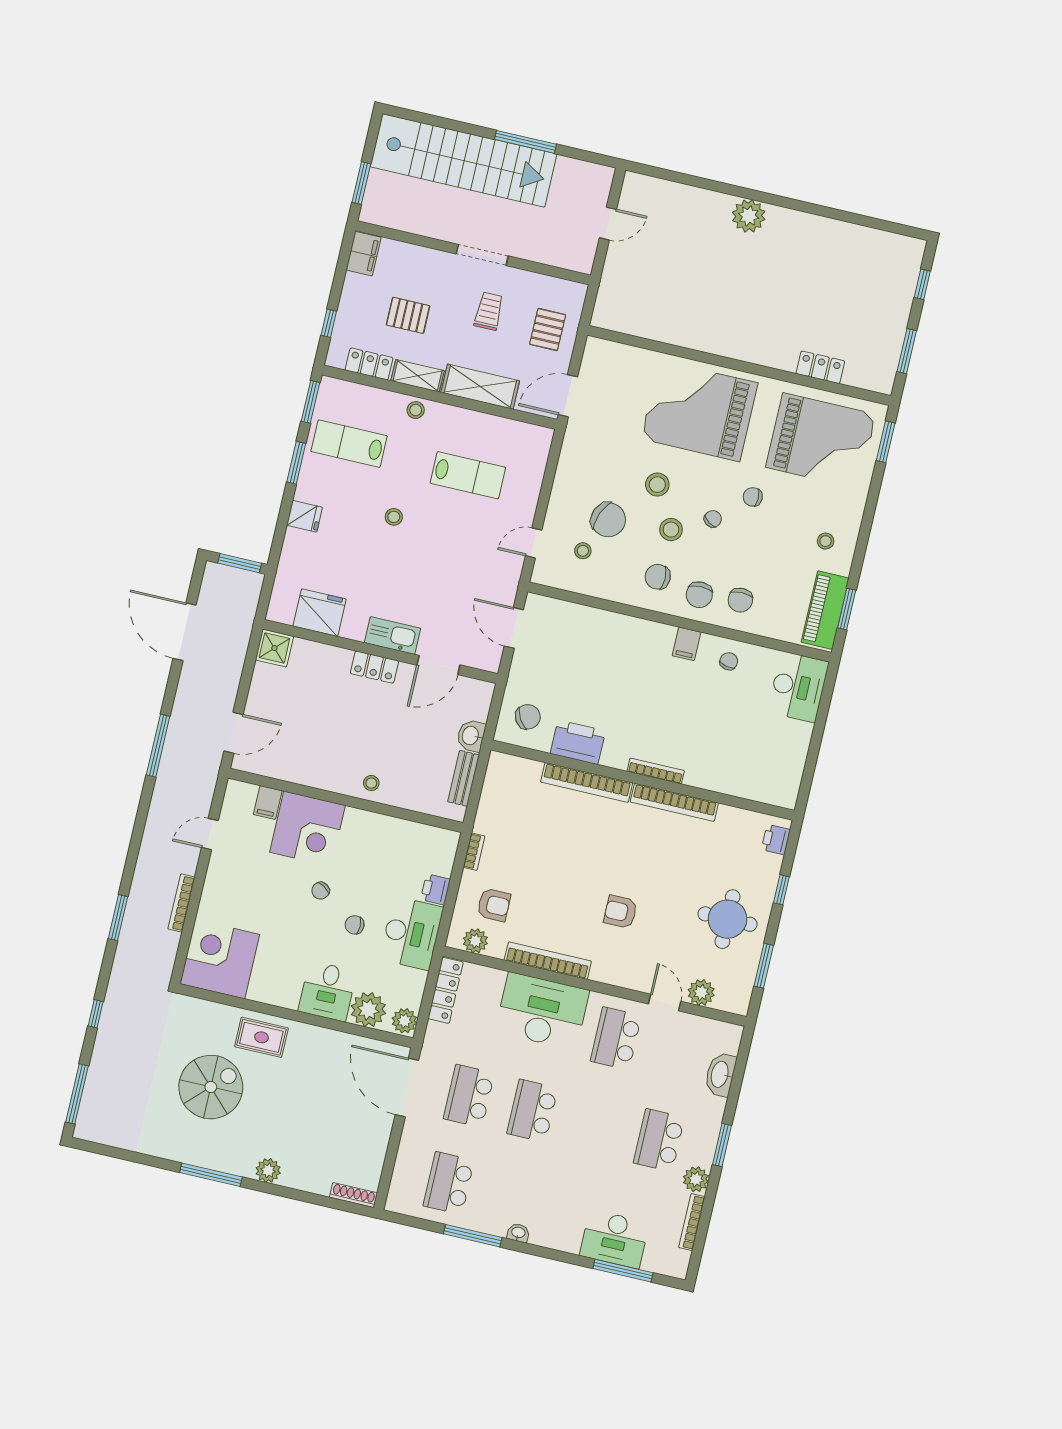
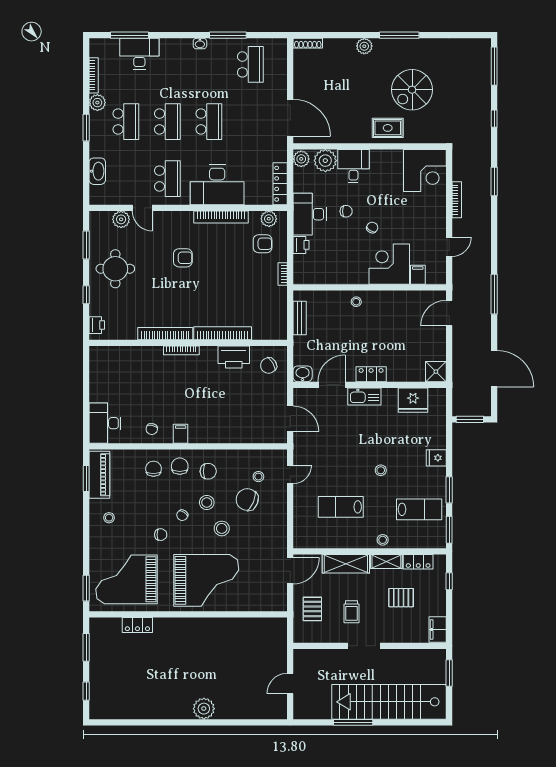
washbasin: (471, 736) -> (303, 374), moved, turned -90
armchair: (494, 905) -> (263, 244), turned 180
school desk: (469, 1096) -> (167, 122), moved

